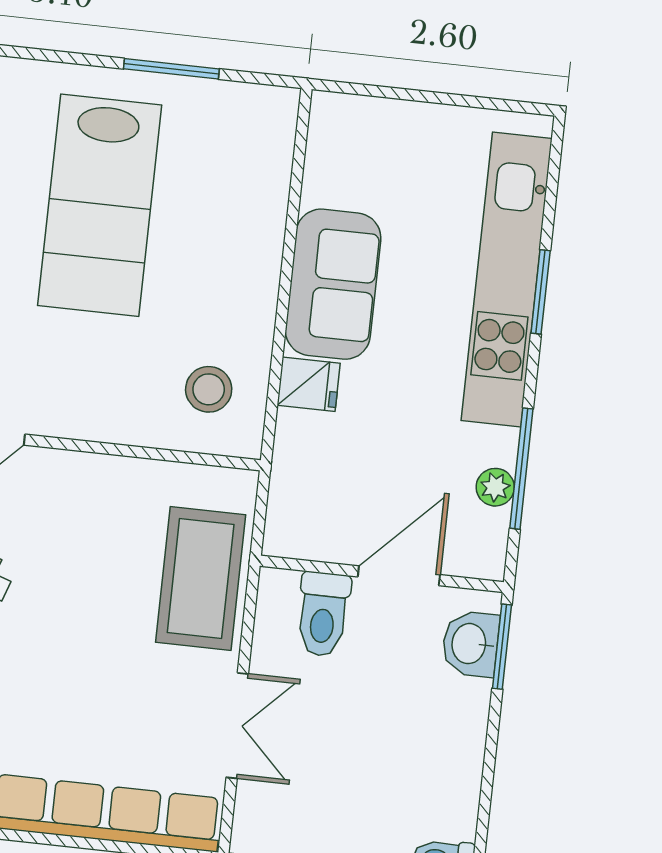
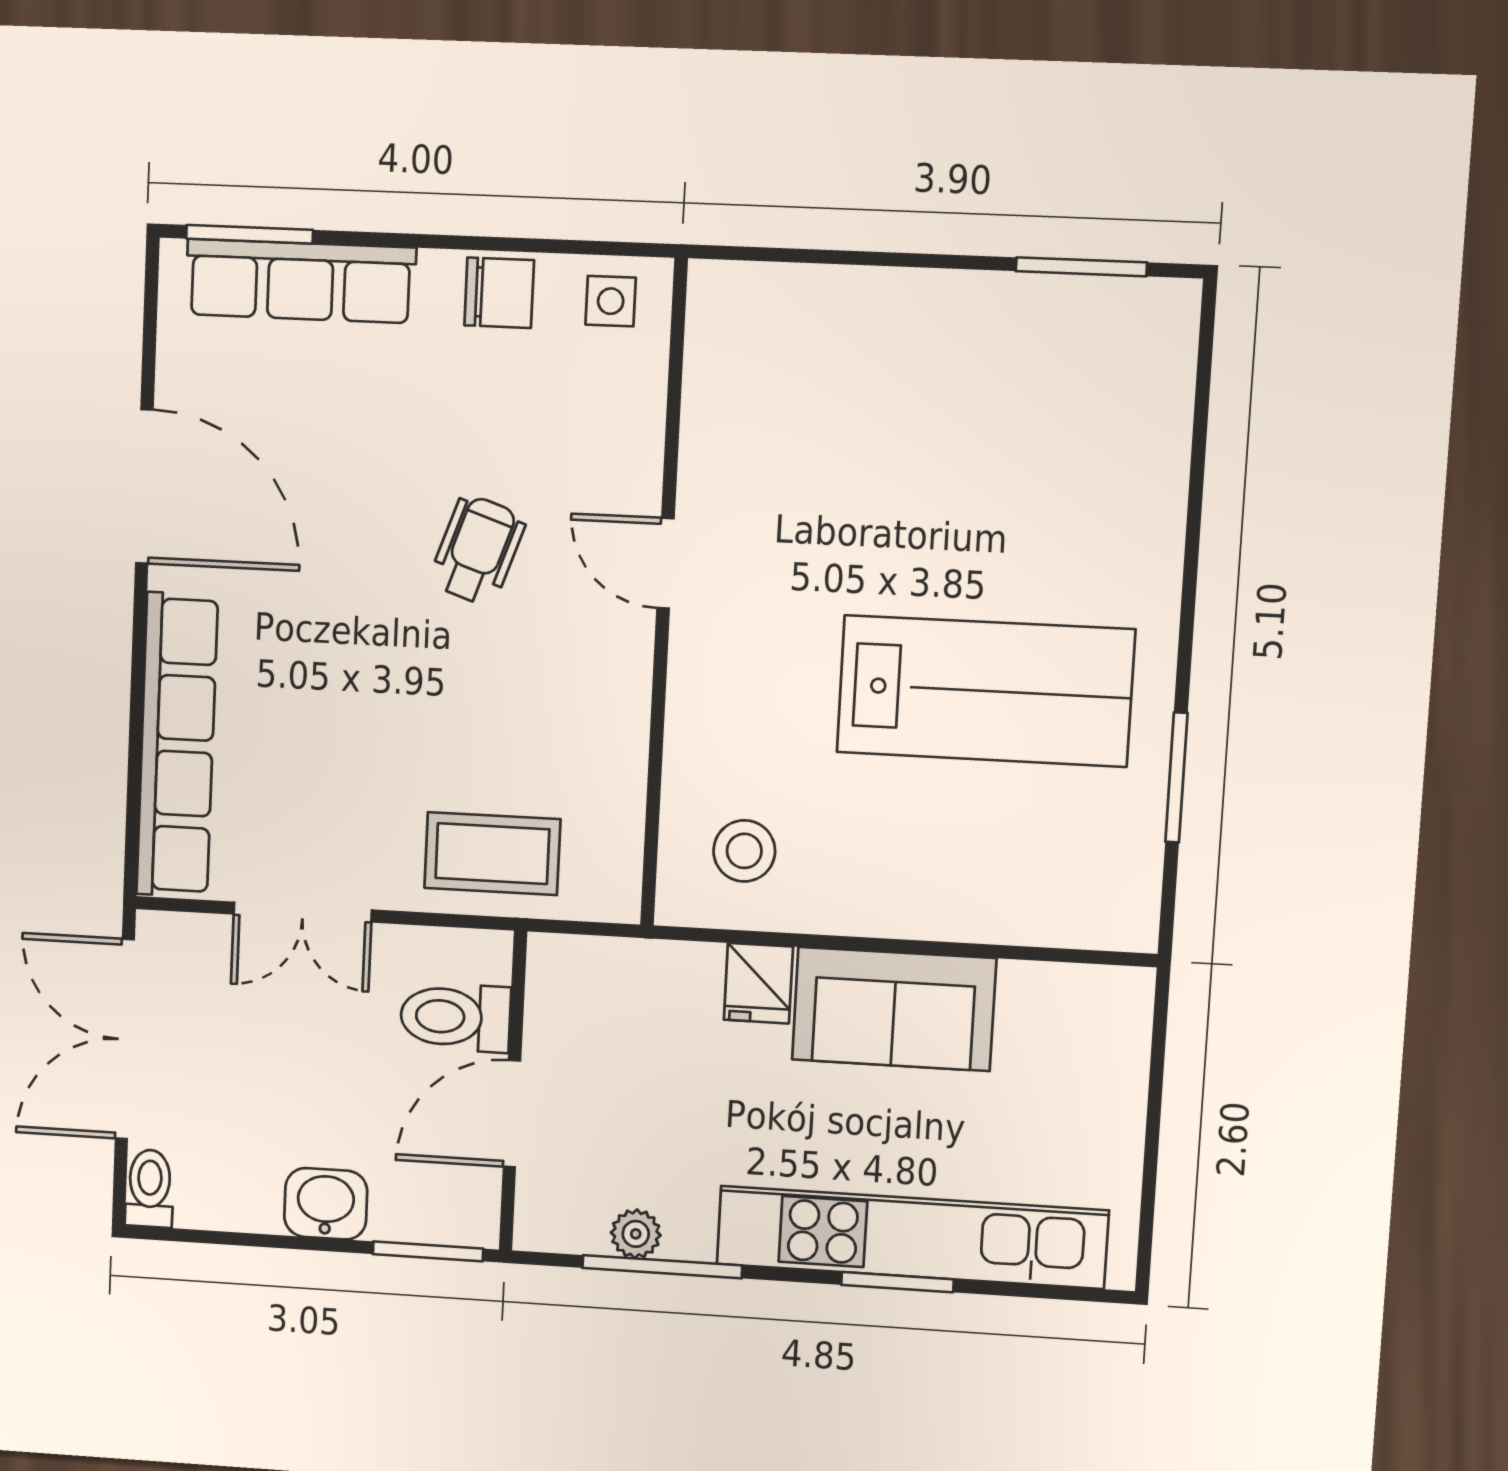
lab bench: (100, 205) -> (985, 691), turned 180
door: (399, 576) -> (512, 1114), swing flipped
coffee table: (201, 578) -> (492, 854), width x0.73, depth x0.76
washbasin: (470, 644) -> (326, 1204), moved

